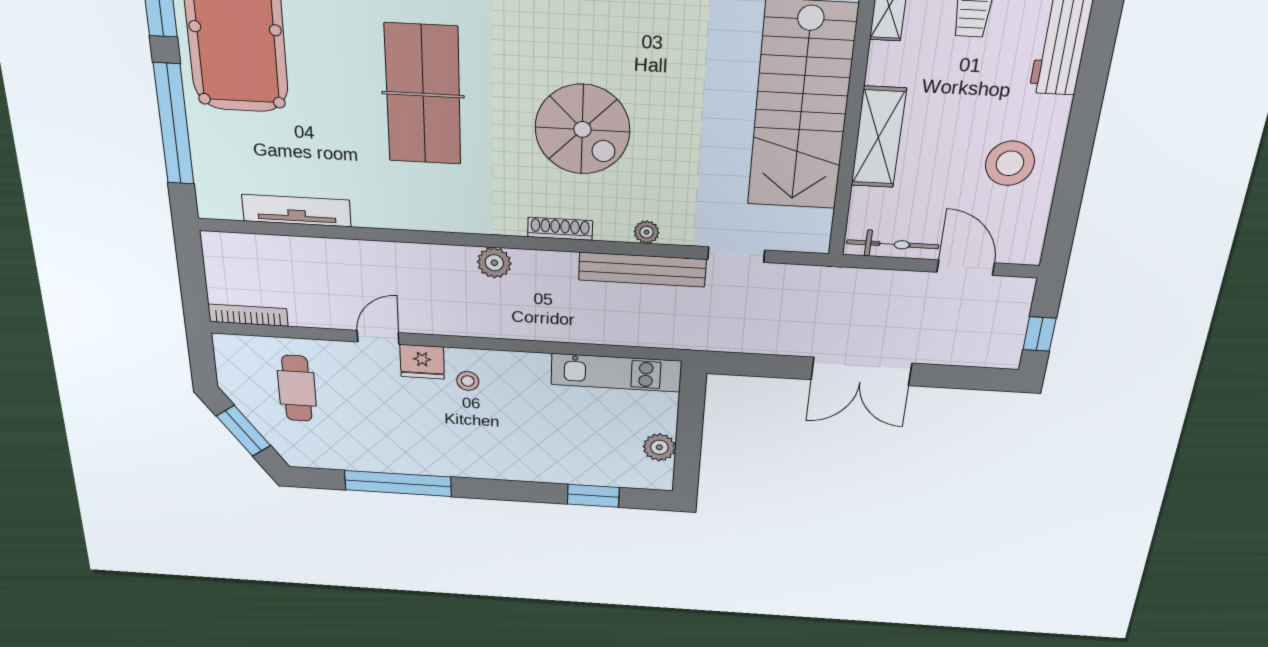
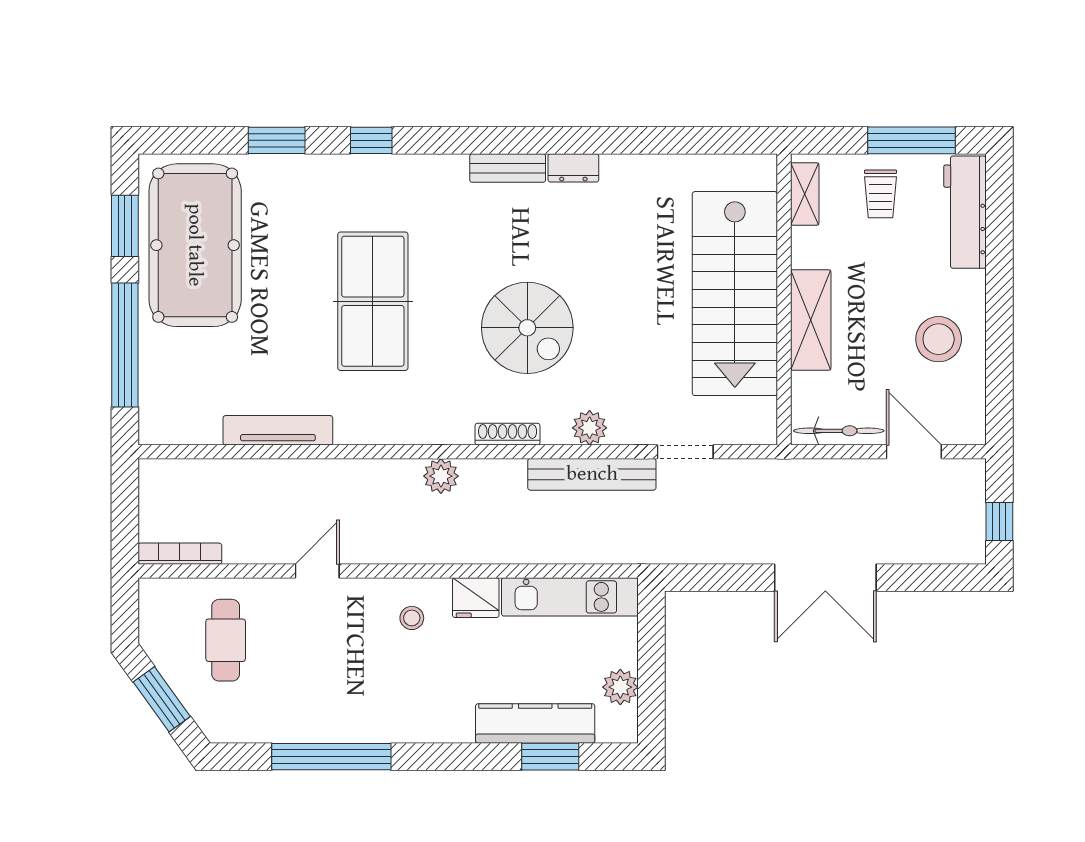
tv unit: (296, 211) -> (278, 430), moved
plant: (647, 232) -> (590, 428), width x1.38, depth x1.38
fridge: (422, 362) -> (476, 598), moved
kitchen counter: (580, 470) -> (535, 723), added

